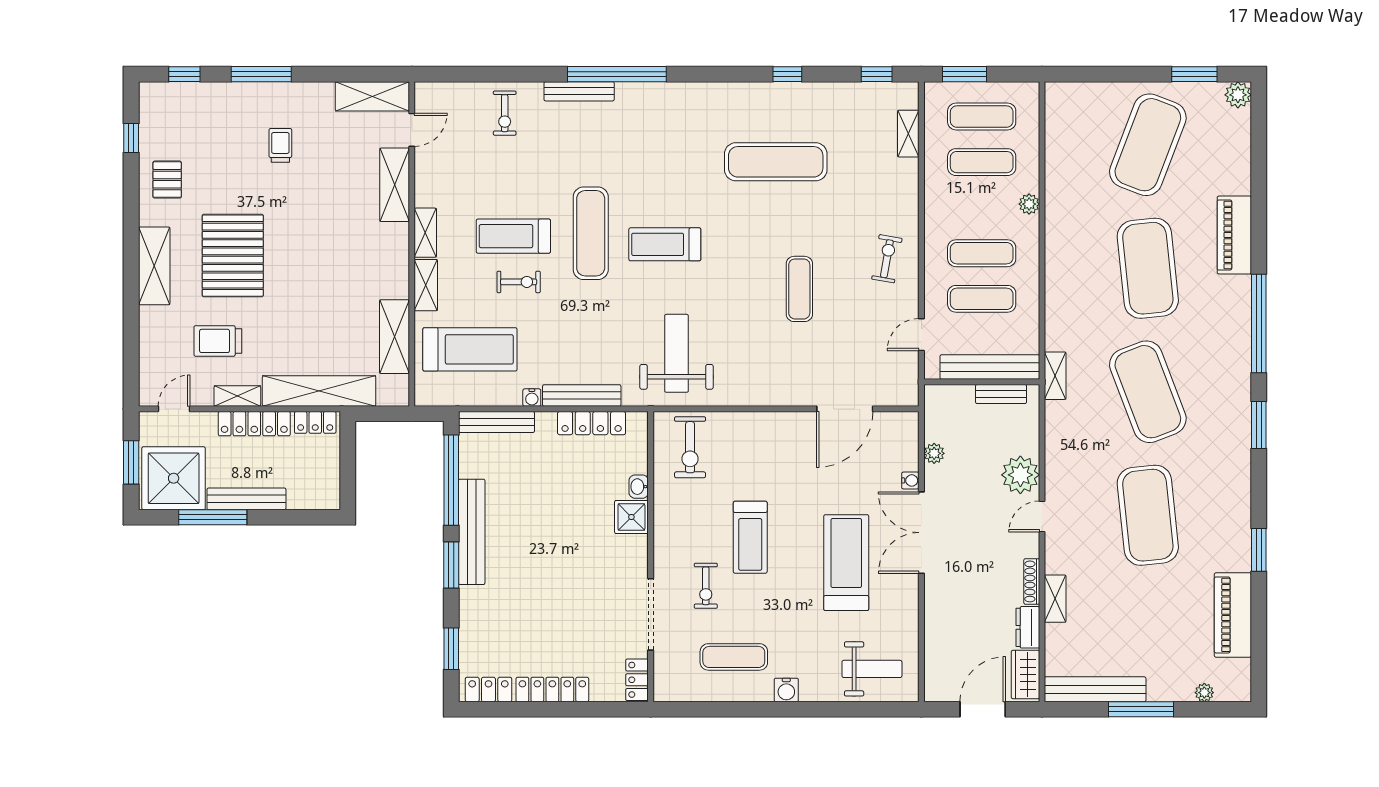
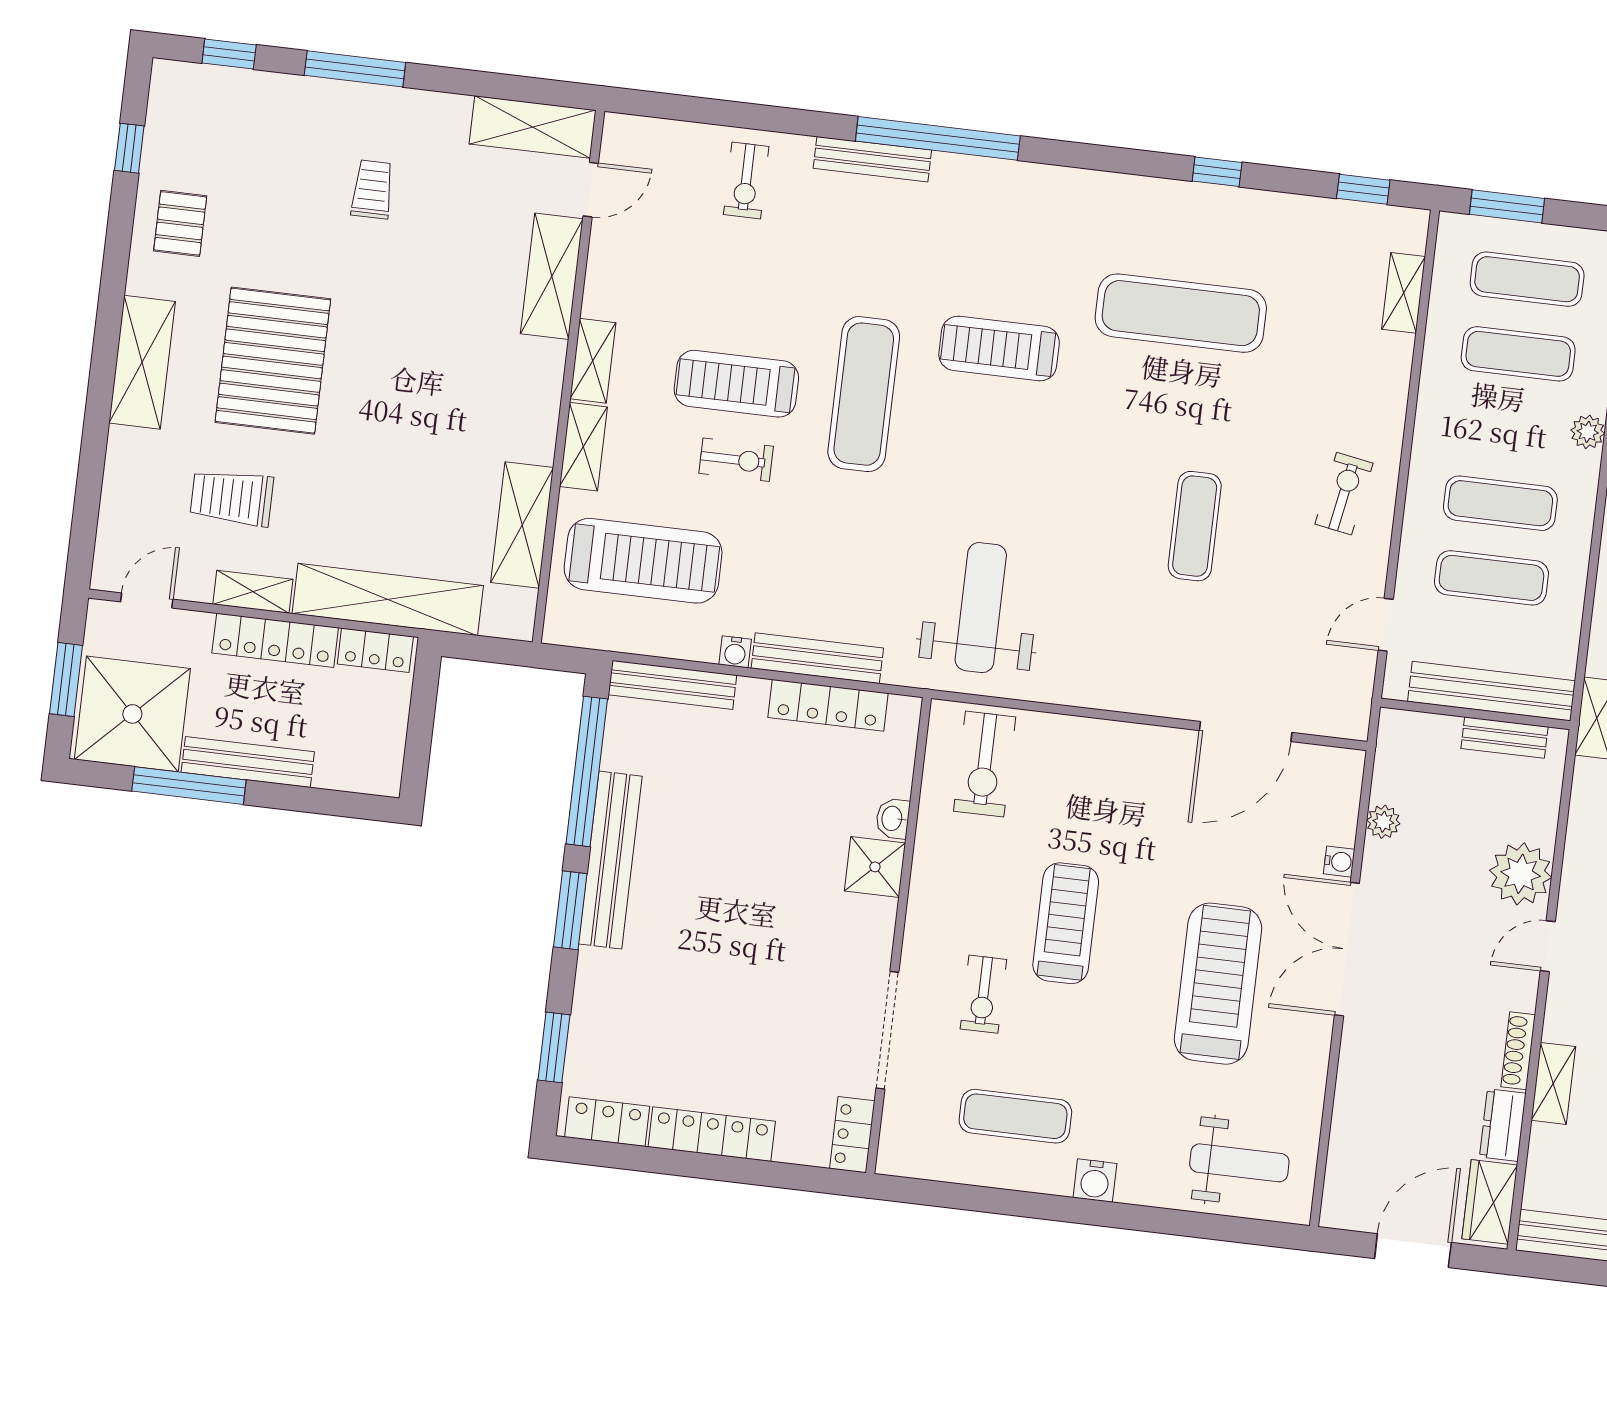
treadmill: (665, 244) -> (999, 348), moved
treadmill: (750, 537) -> (1066, 923), turned 180

